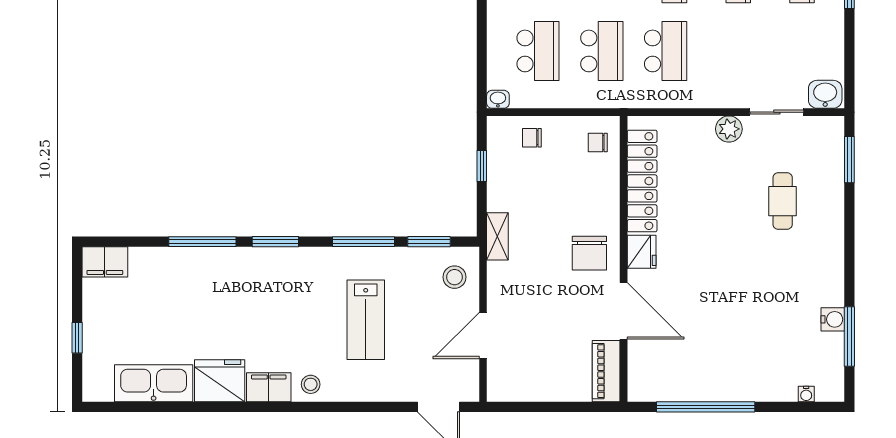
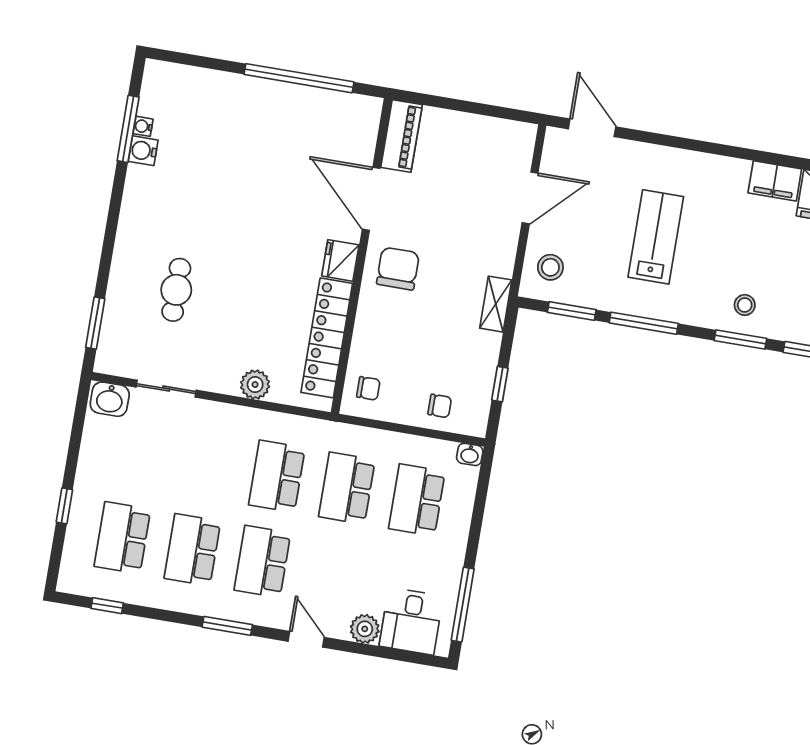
plant: (729, 129) -> (255, 385), moved
stool: (311, 384) -> (745, 305), moved
water cooler: (806, 394) -> (143, 126), moved, turned -90

